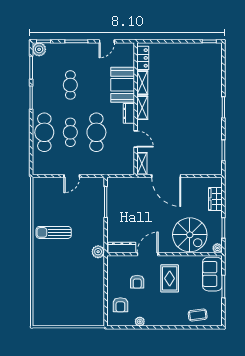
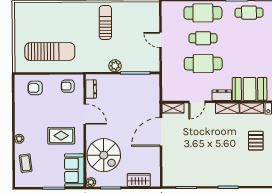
pallet: (176, 79) -> (256, 141), added
cafe table: (70, 85) -> (249, 13), moved
spiral stairs: (190, 235) -> (104, 155), turned -90
dresser: (122, 248) -> (91, 89), width x0.70
plant: (98, 252) -> (115, 66), moved
sofa: (212, 274) -> (74, 170), moved, turned -90
armchair: (137, 282) -> (68, 86), moved
sun lounger: (83, 290) -> (50, 52), added
plant: (140, 322) -> (19, 139), moved

